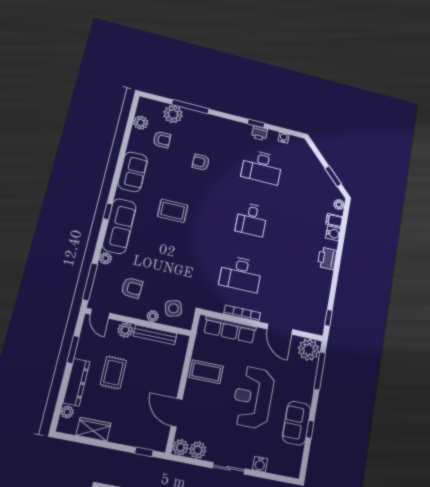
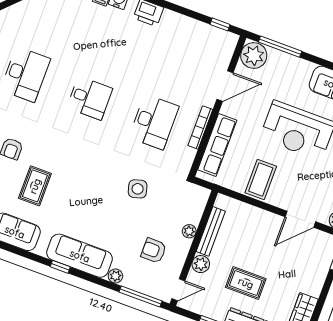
rug: (173, 211) -> (35, 186), moved
armchair: (132, 288) -> (154, 251), turned -93
side table: (173, 308) -> (138, 189), moved

